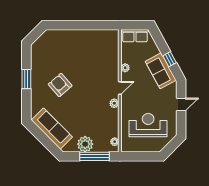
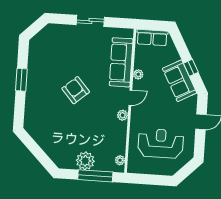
sliding door: (82, 25) -> (90, 21), added
armchair: (60, 85) -> (76, 90), moved
sofa: (52, 129) -> (121, 62), moved, turned -135

